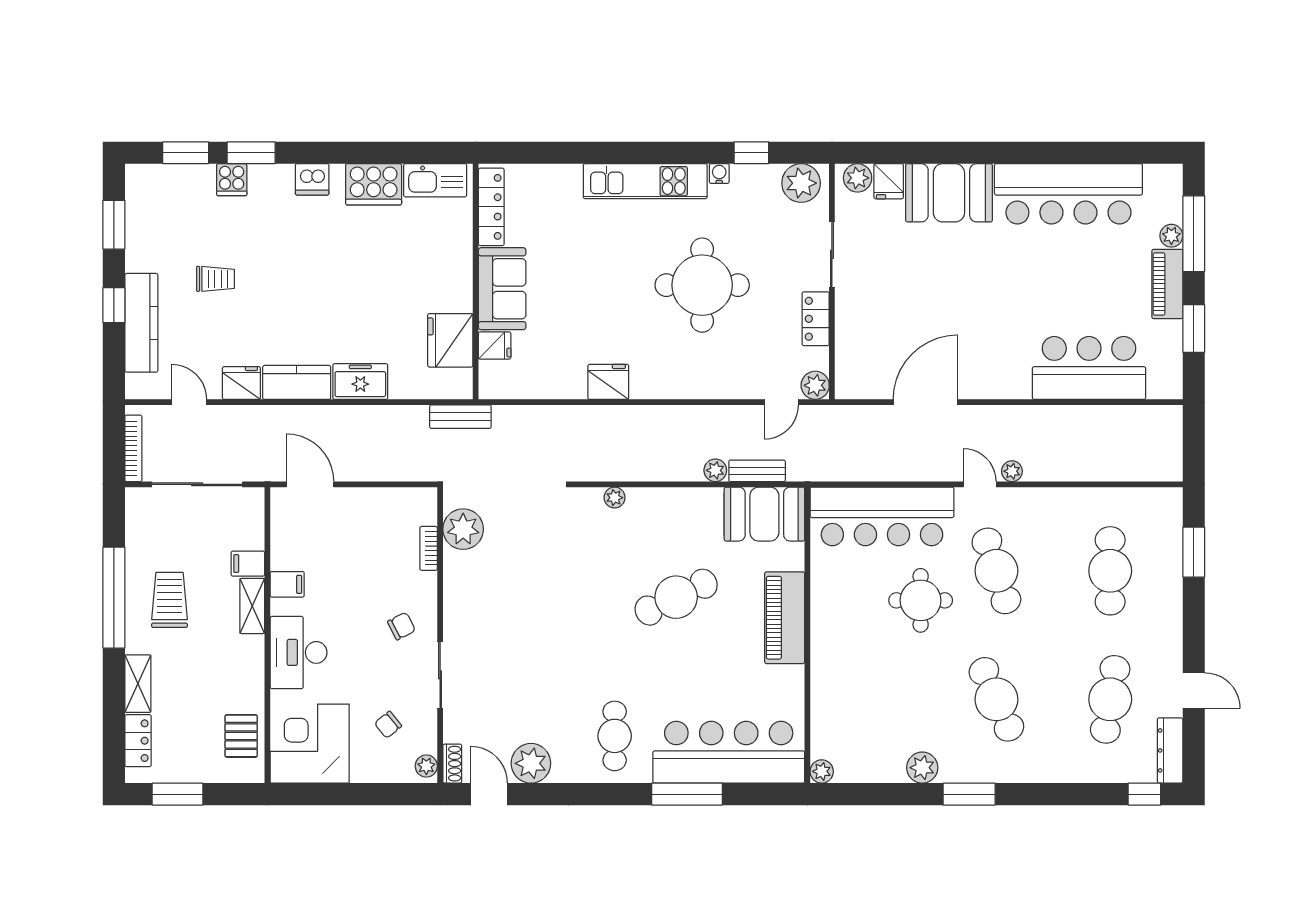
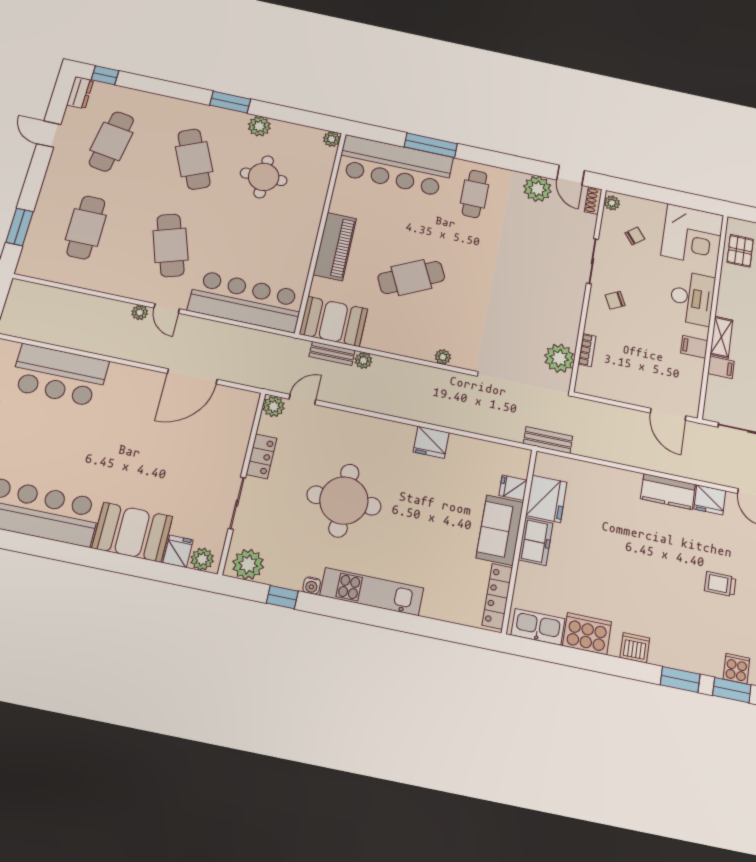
cooker: (232, 180) -> (736, 669), moved
freezer: (360, 382) -> (536, 541), moved, turned -90
round table: (921, 600) -> (264, 177), moved
dresser: (1170, 750) -> (80, 93), width x0.70

